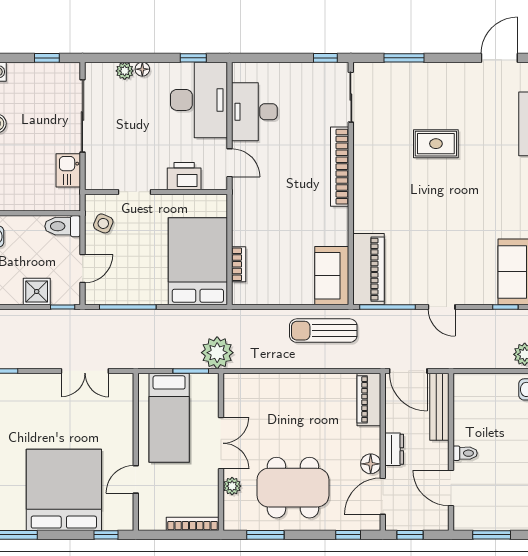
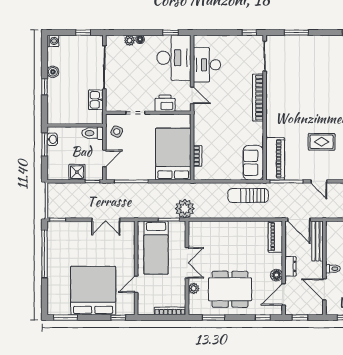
rug: (436, 144) -> (322, 142), moved

